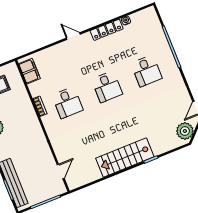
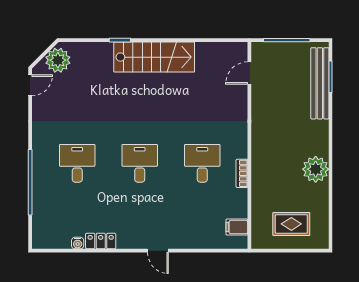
locker: (107, 30) -> (101, 241), width x0.66
filing cabinet: (30, 71) -> (237, 227), width x0.50

